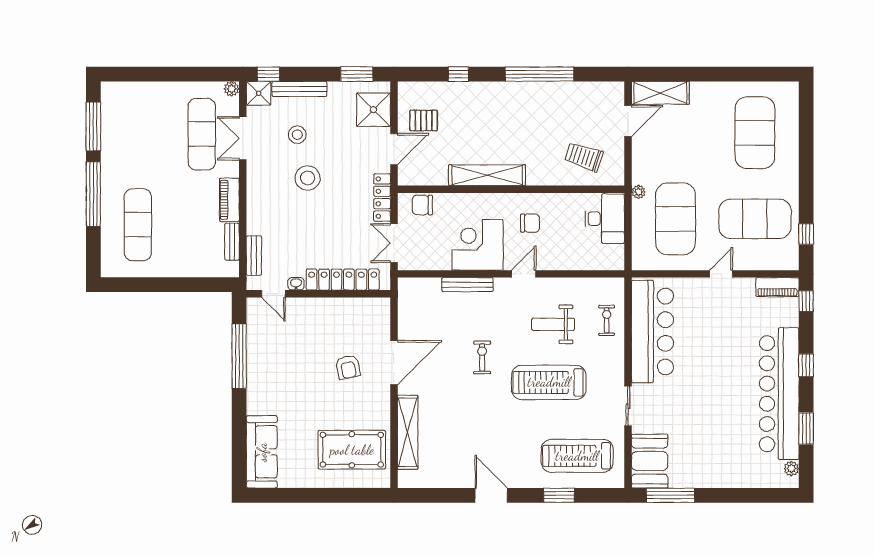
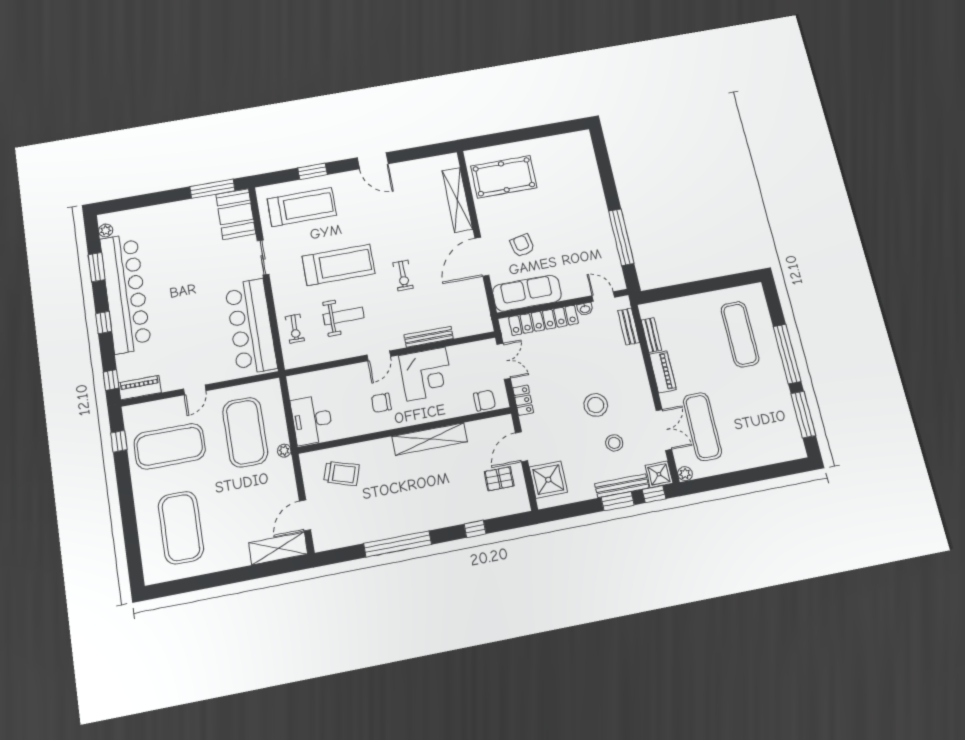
window: (357, 74) -> (618, 501), moved
locker: (382, 198) -> (523, 400), width x0.66
sofa: (262, 452) -> (527, 293), moved, turned 90

